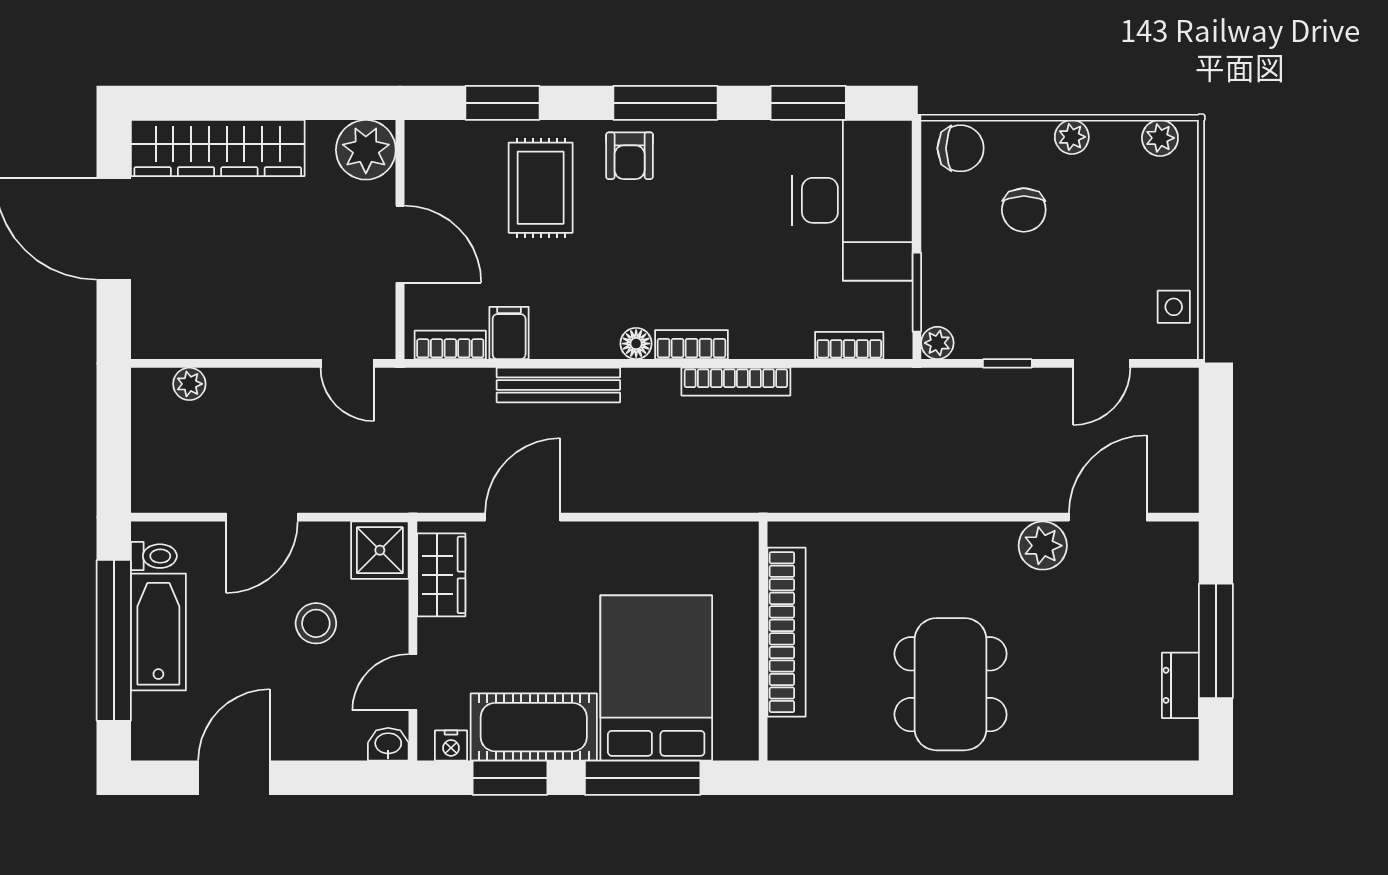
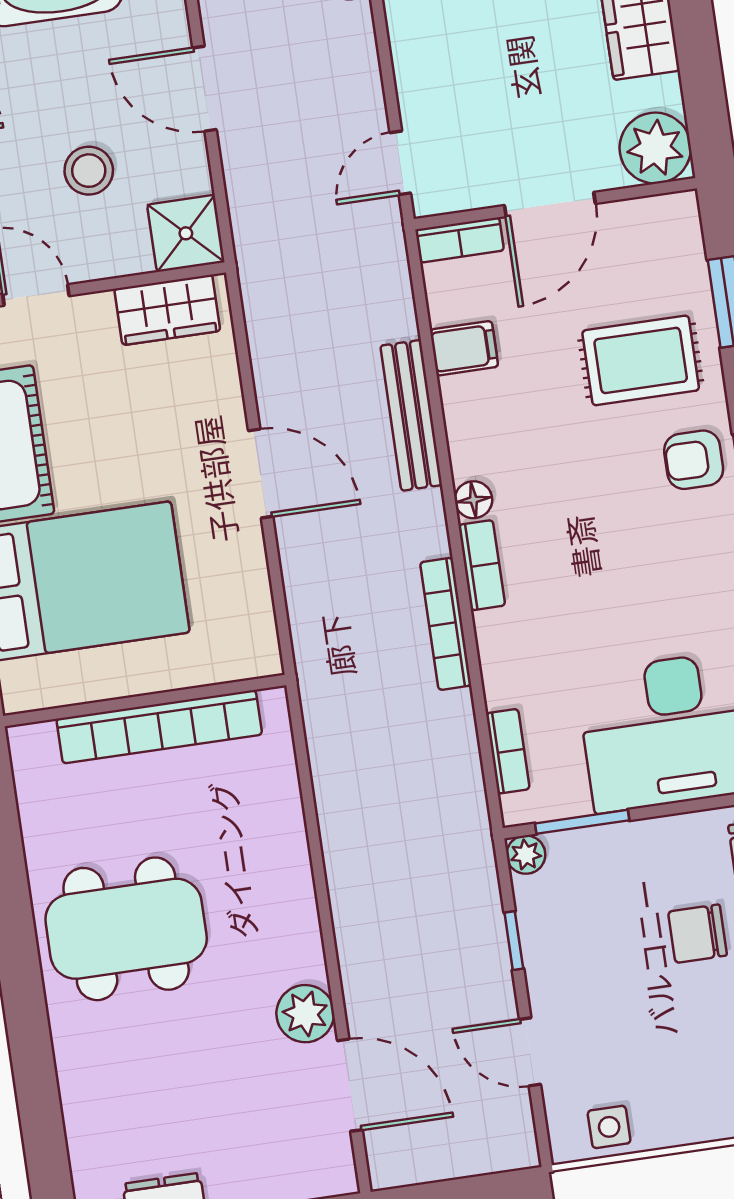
bookcase: (450, 345) -> (460, 240), moved, turned 90
door: (523, 517) -> (261, 474), moved

